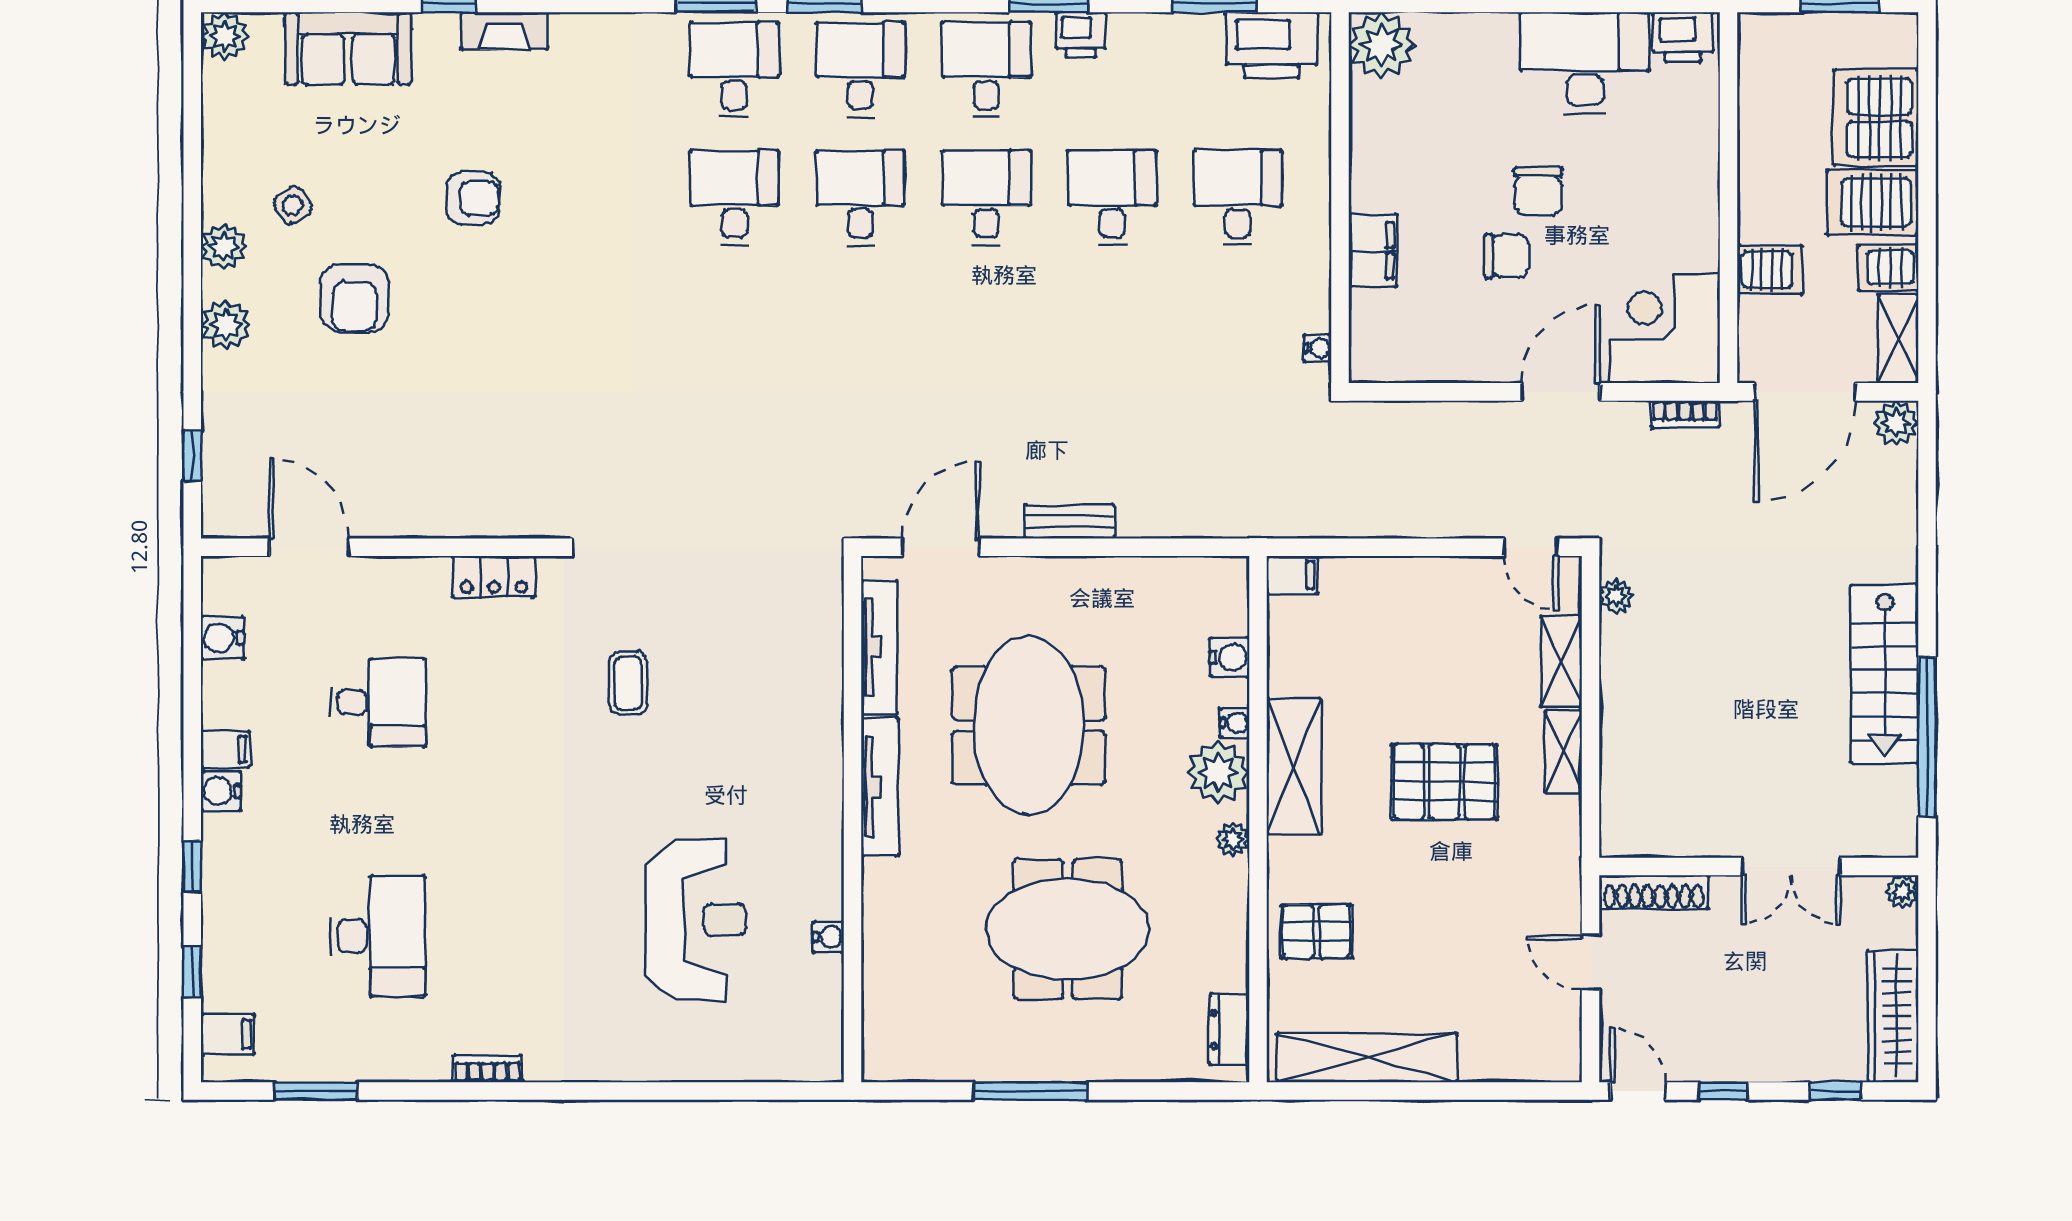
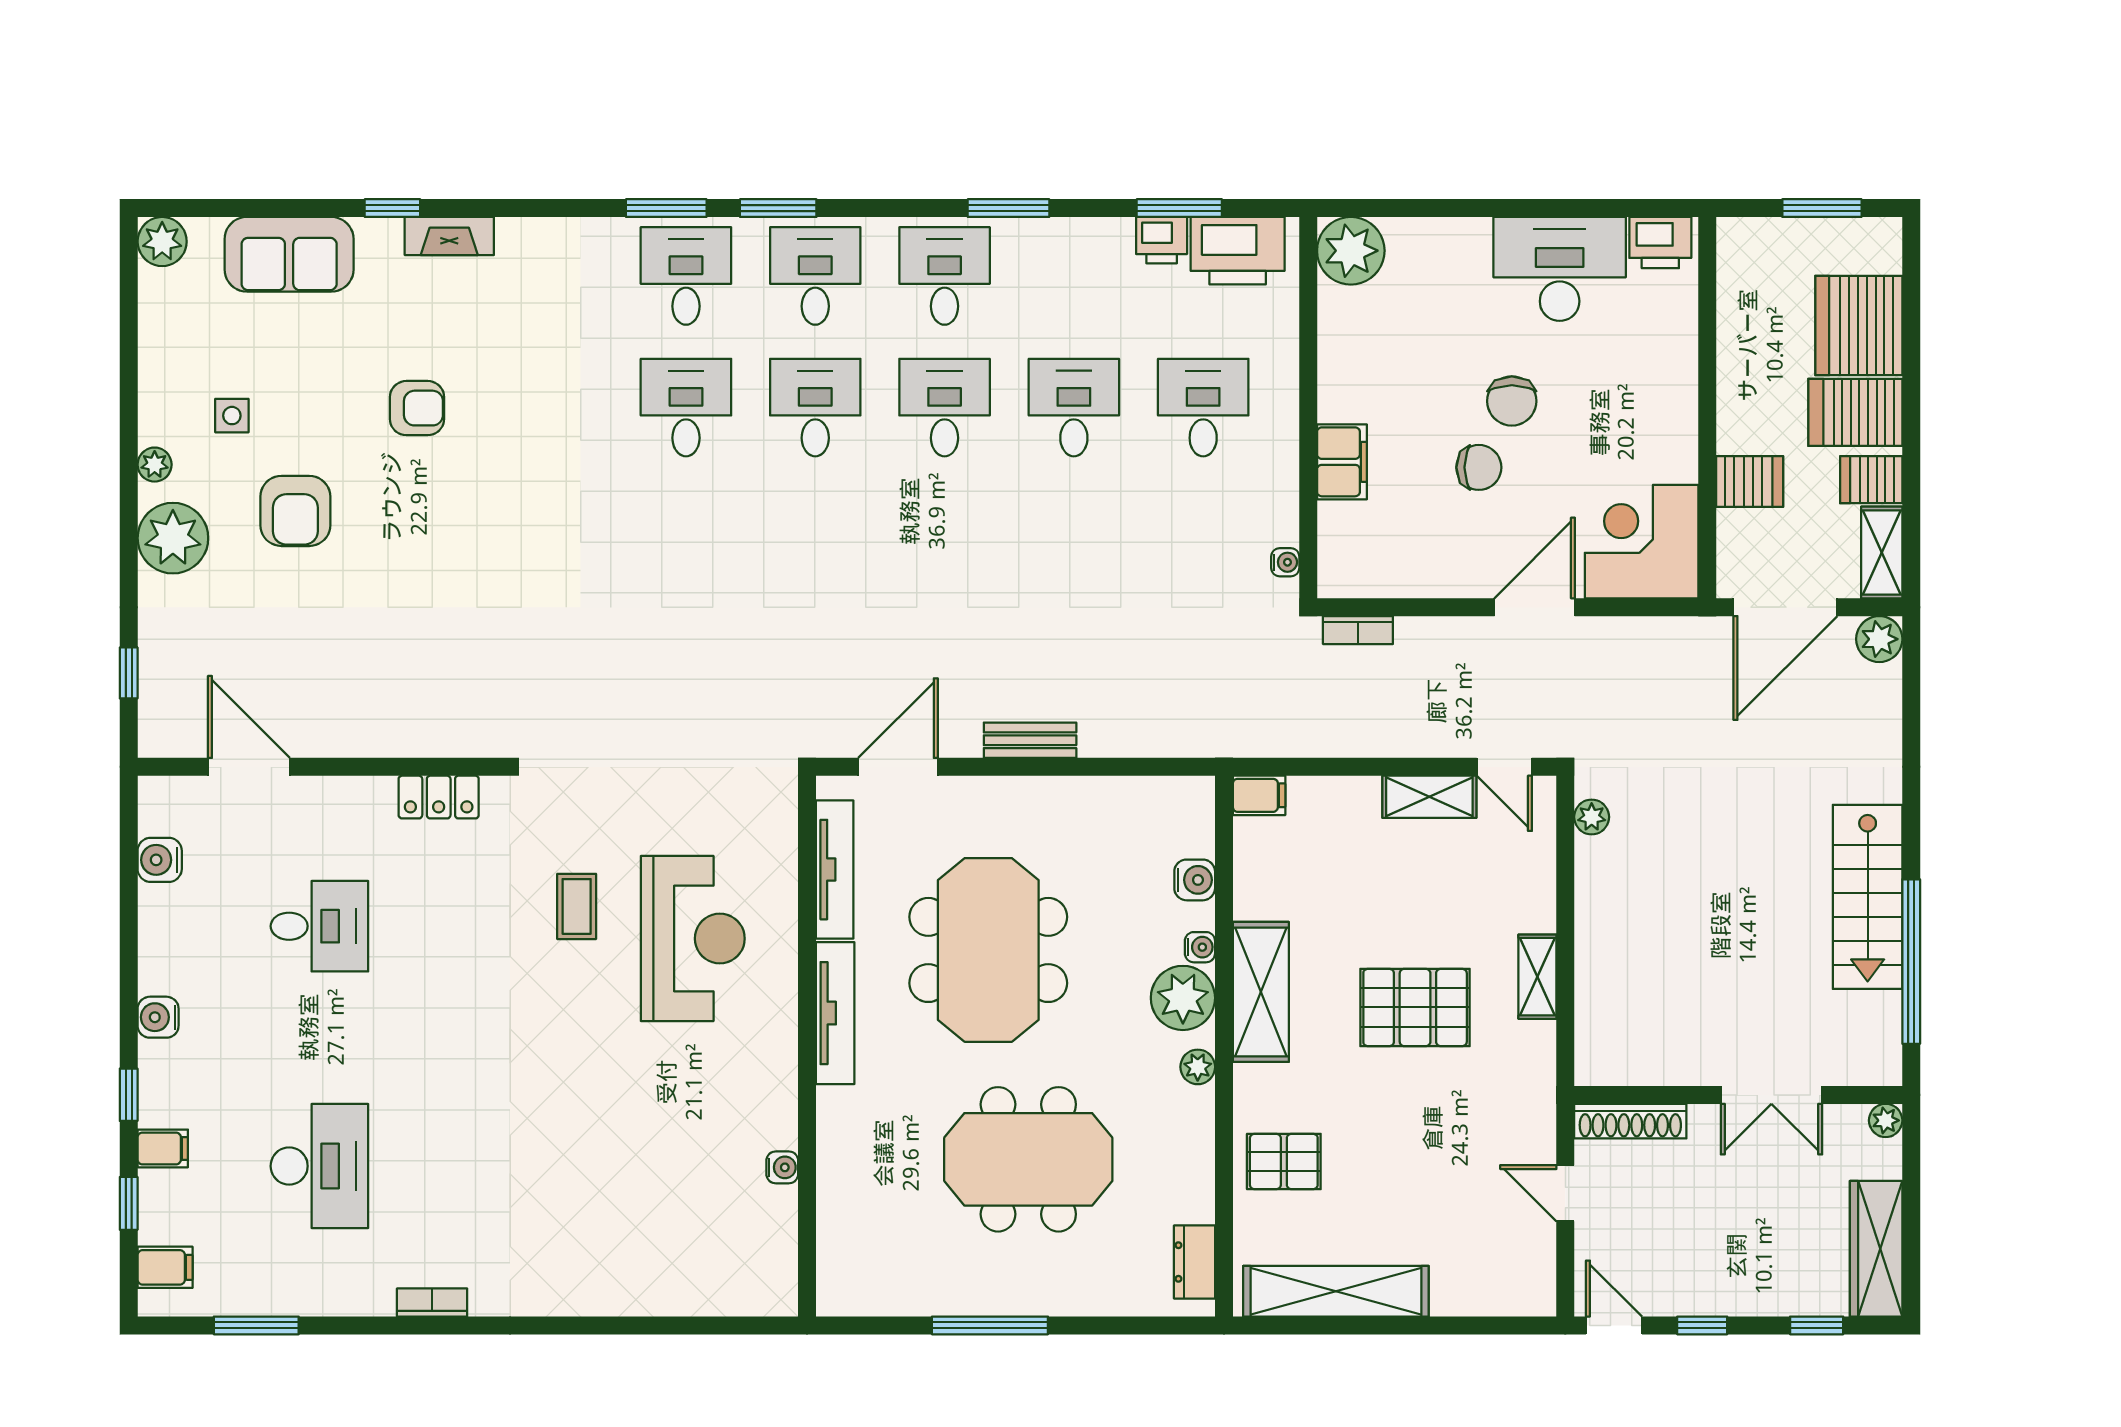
printer: (1081, 35) -> (1162, 240), moved
side table: (293, 205) -> (232, 416), turned 34
plant: (224, 247) -> (155, 465), width x0.73, depth x0.73
plant: (226, 325) -> (173, 538), width x1.36, depth x1.36
bookcase: (1685, 414) -> (1358, 630), moved
shelving: (1561, 661) -> (1429, 797), moved, turned 90
filing cabinet: (225, 749) -> (163, 1148), moved
reception desk: (696, 920) -> (693, 939), moved

